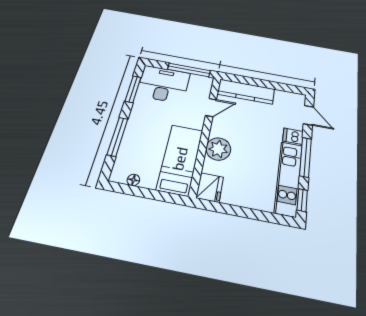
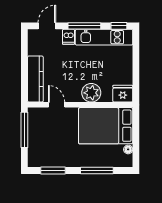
desk: (163, 84) -> (43, 148), removed
bed: (180, 159) -> (106, 126), width x1.50

